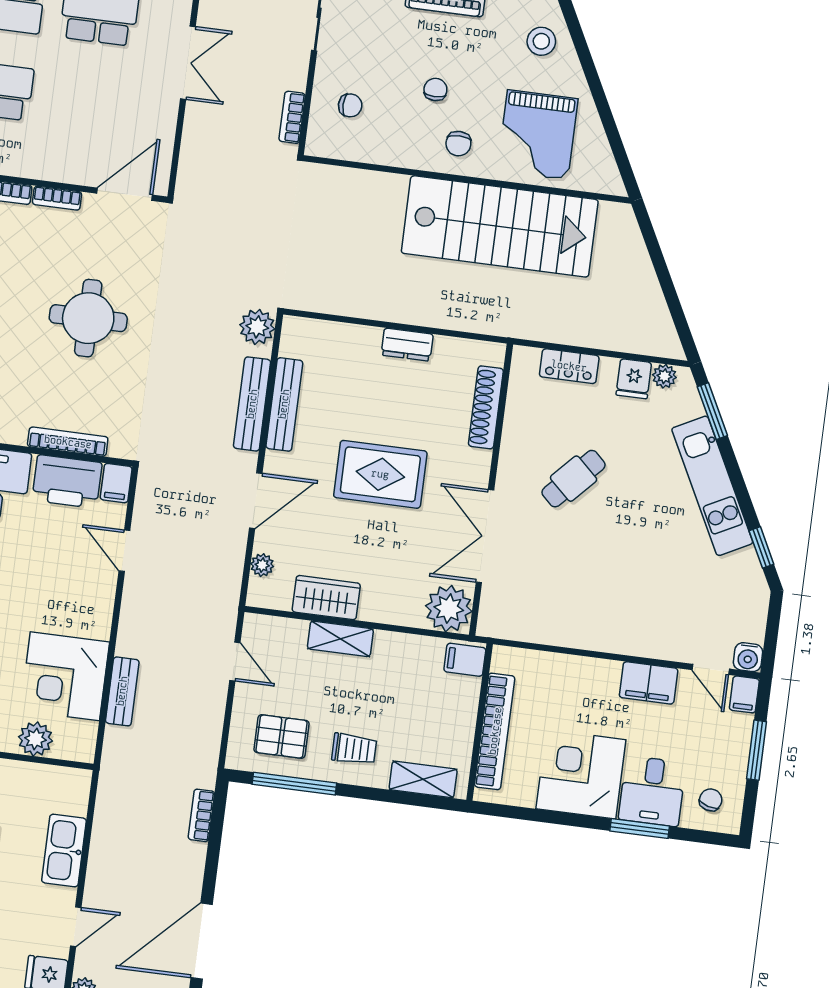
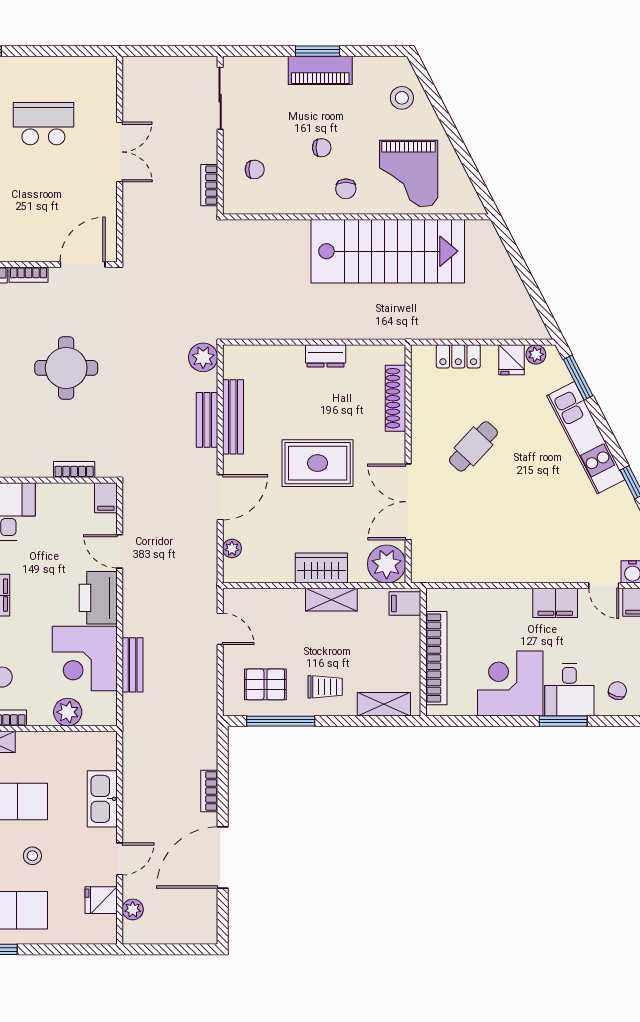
chair: (435, 89) -> (322, 148), turned 89
bench: (252, 404) -> (207, 420), width x0.73
bookcase: (68, 442) -> (74, 470), width x0.64
printer: (67, 482) -> (98, 598), moved, turned 90
wardrobe: (326, 598) -> (321, 568), moved
shelving: (340, 639) -> (331, 600), moved
bookcase: (201, 815) -> (209, 791), moved

